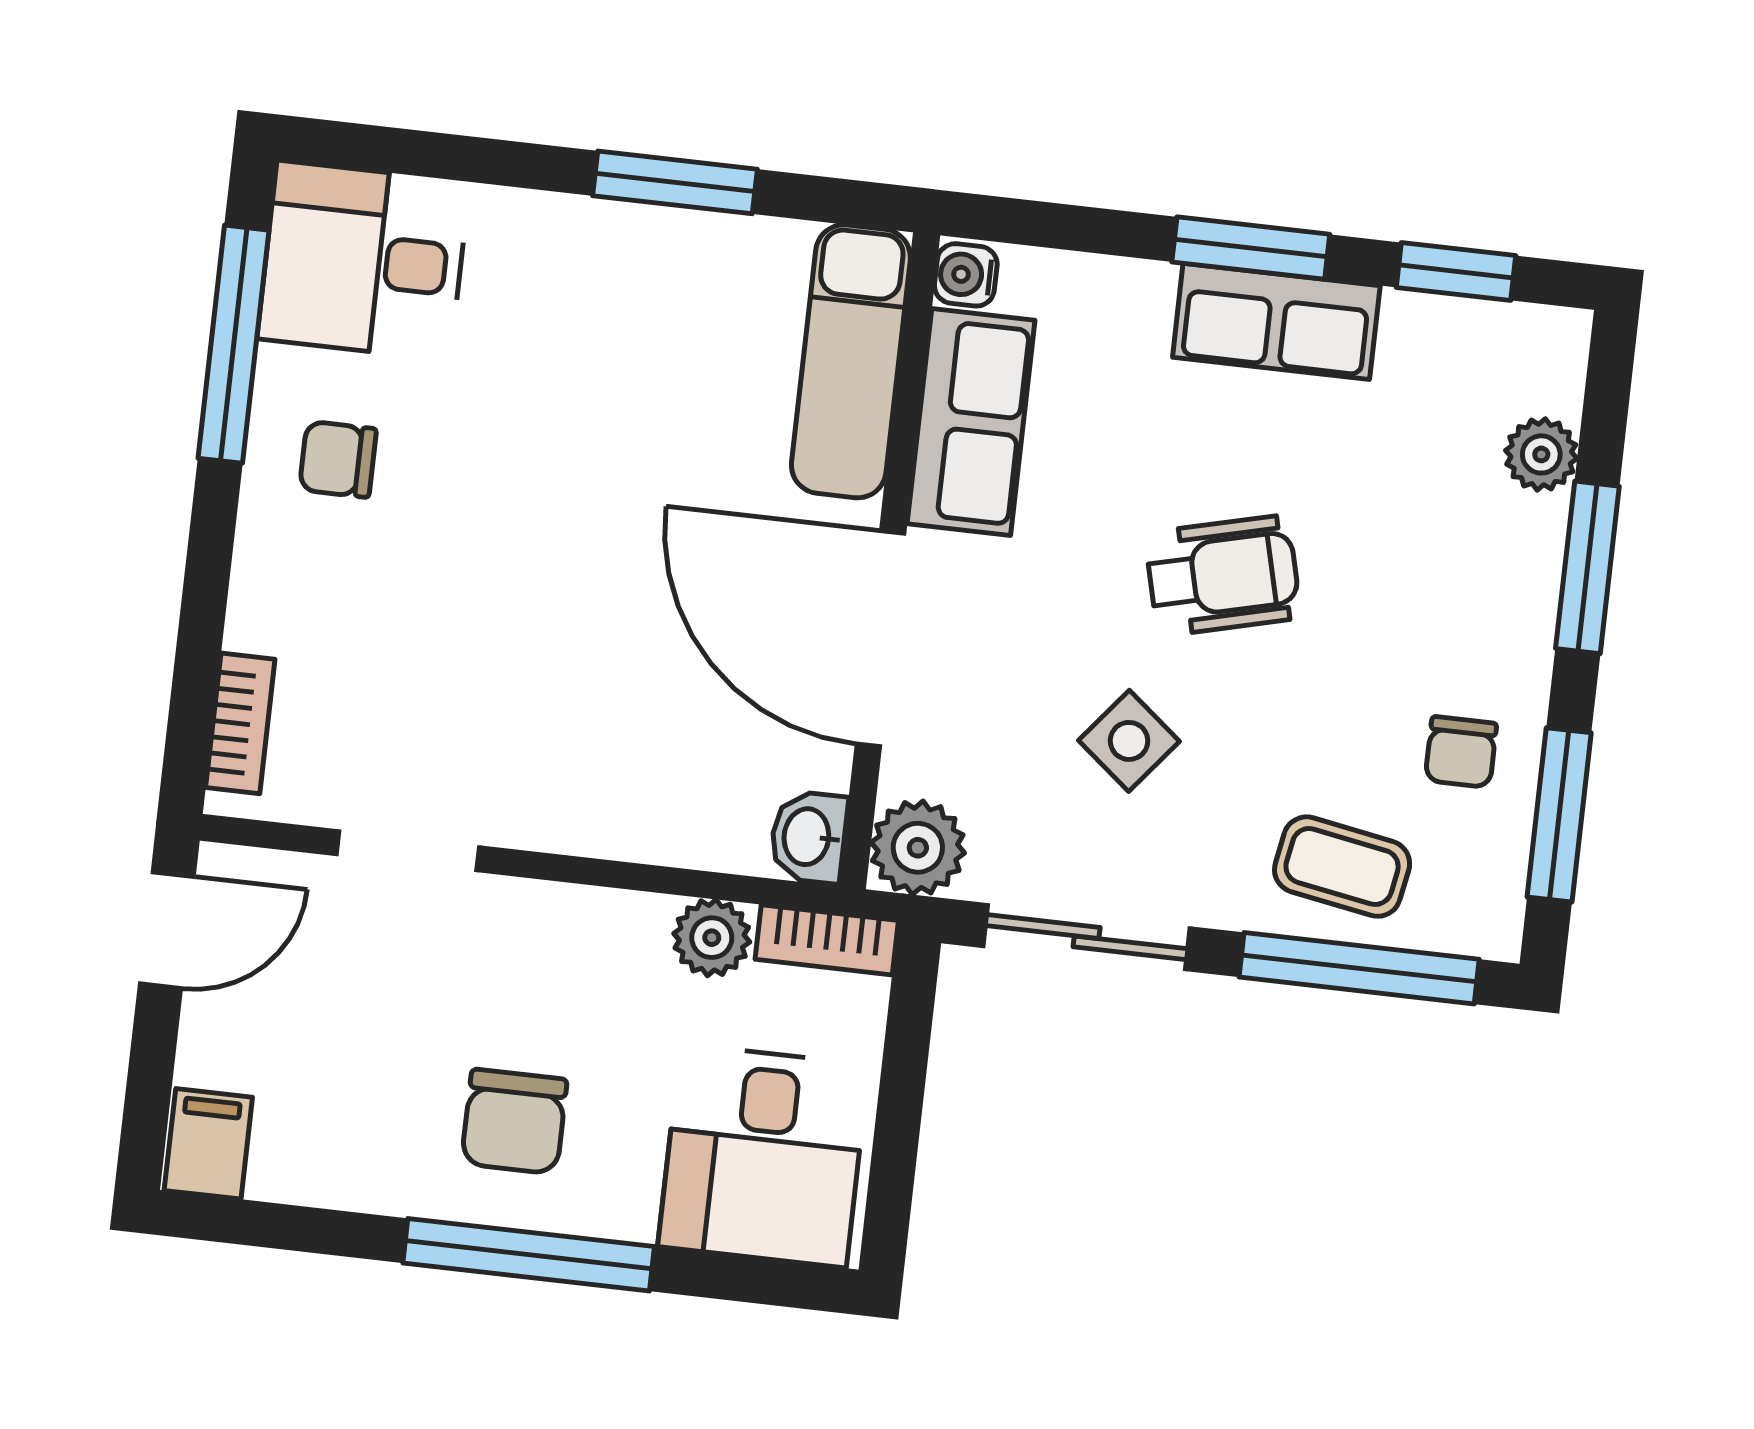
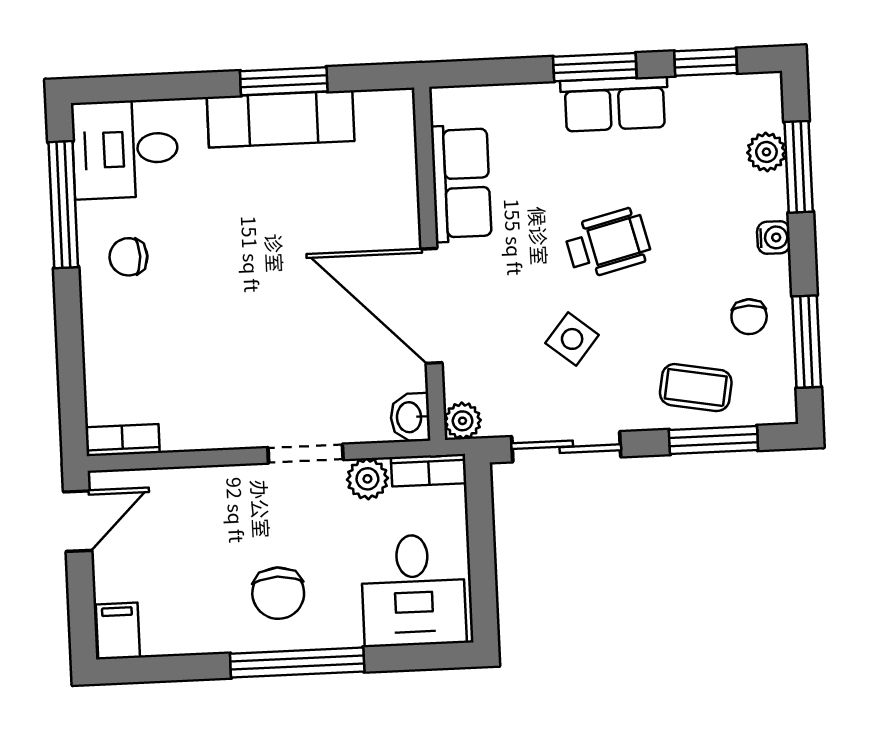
water cooler: (966, 275) -> (774, 238), moved, turned 180
exam couch: (851, 361) -> (281, 119), moved, turned -90
window: (1587, 567) -> (799, 167), moved
bookcase: (240, 723) -> (123, 440), moved, turned -90
plant: (918, 848) -> (463, 421), width x0.73, depth x0.73
doorway: (408, 851) -> (306, 454), moved
window: (1359, 968) -> (713, 440), width x0.69

